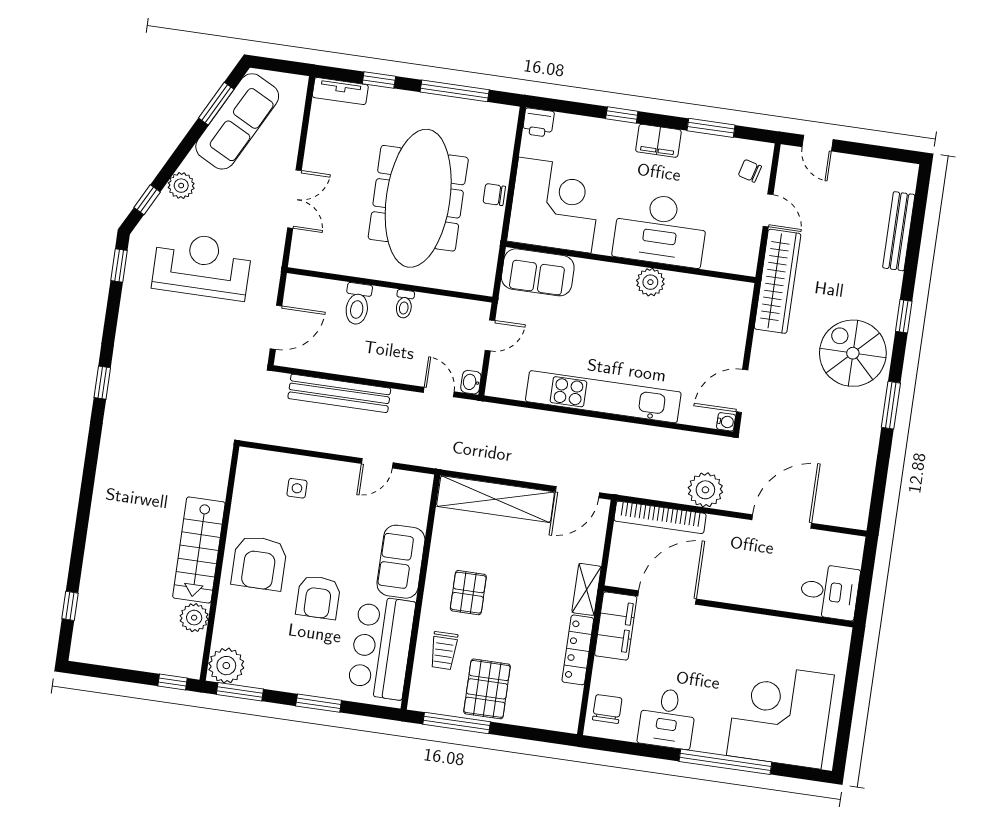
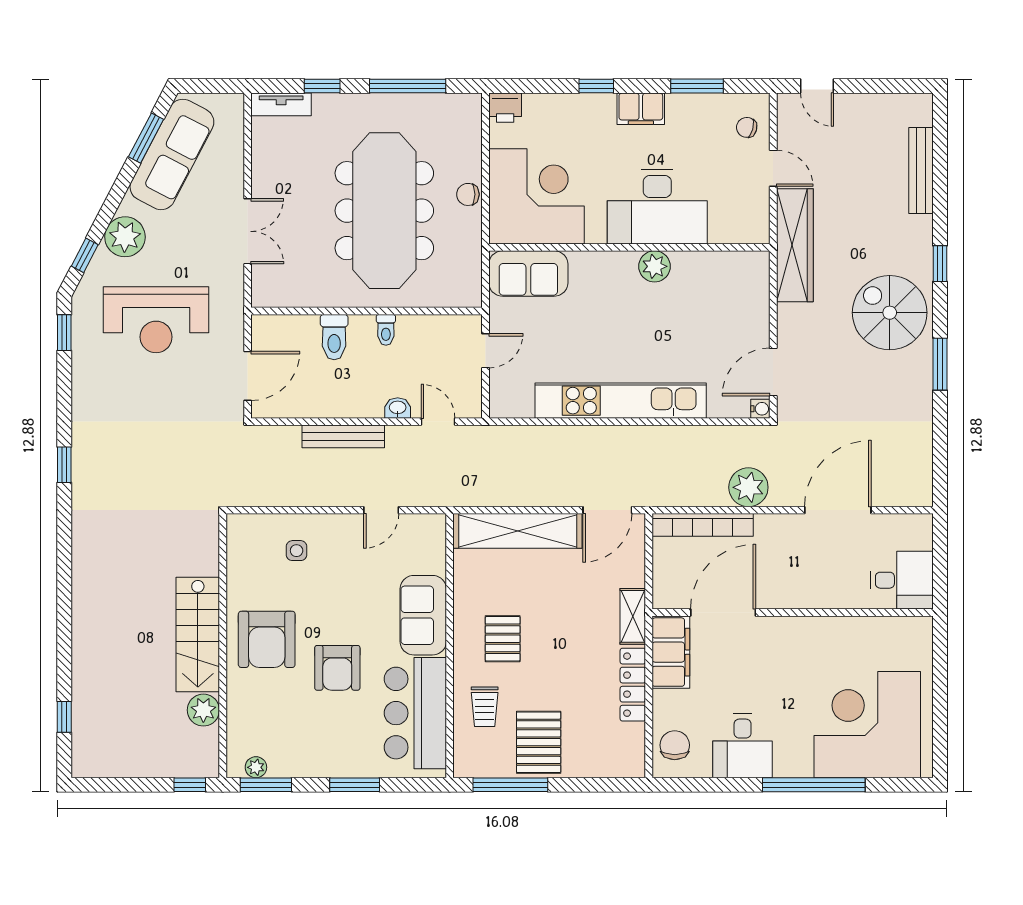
plant: (181, 186) -> (125, 237), width x1.36, depth x1.36
reception desk: (202, 266) -> (156, 320), turned 180
washbasin: (471, 382) -> (398, 408), moved, turned 90
bench: (339, 393) -> (343, 436), width x0.73, depth x0.82
plant: (226, 666) -> (256, 767), width x0.53, depth x0.53

